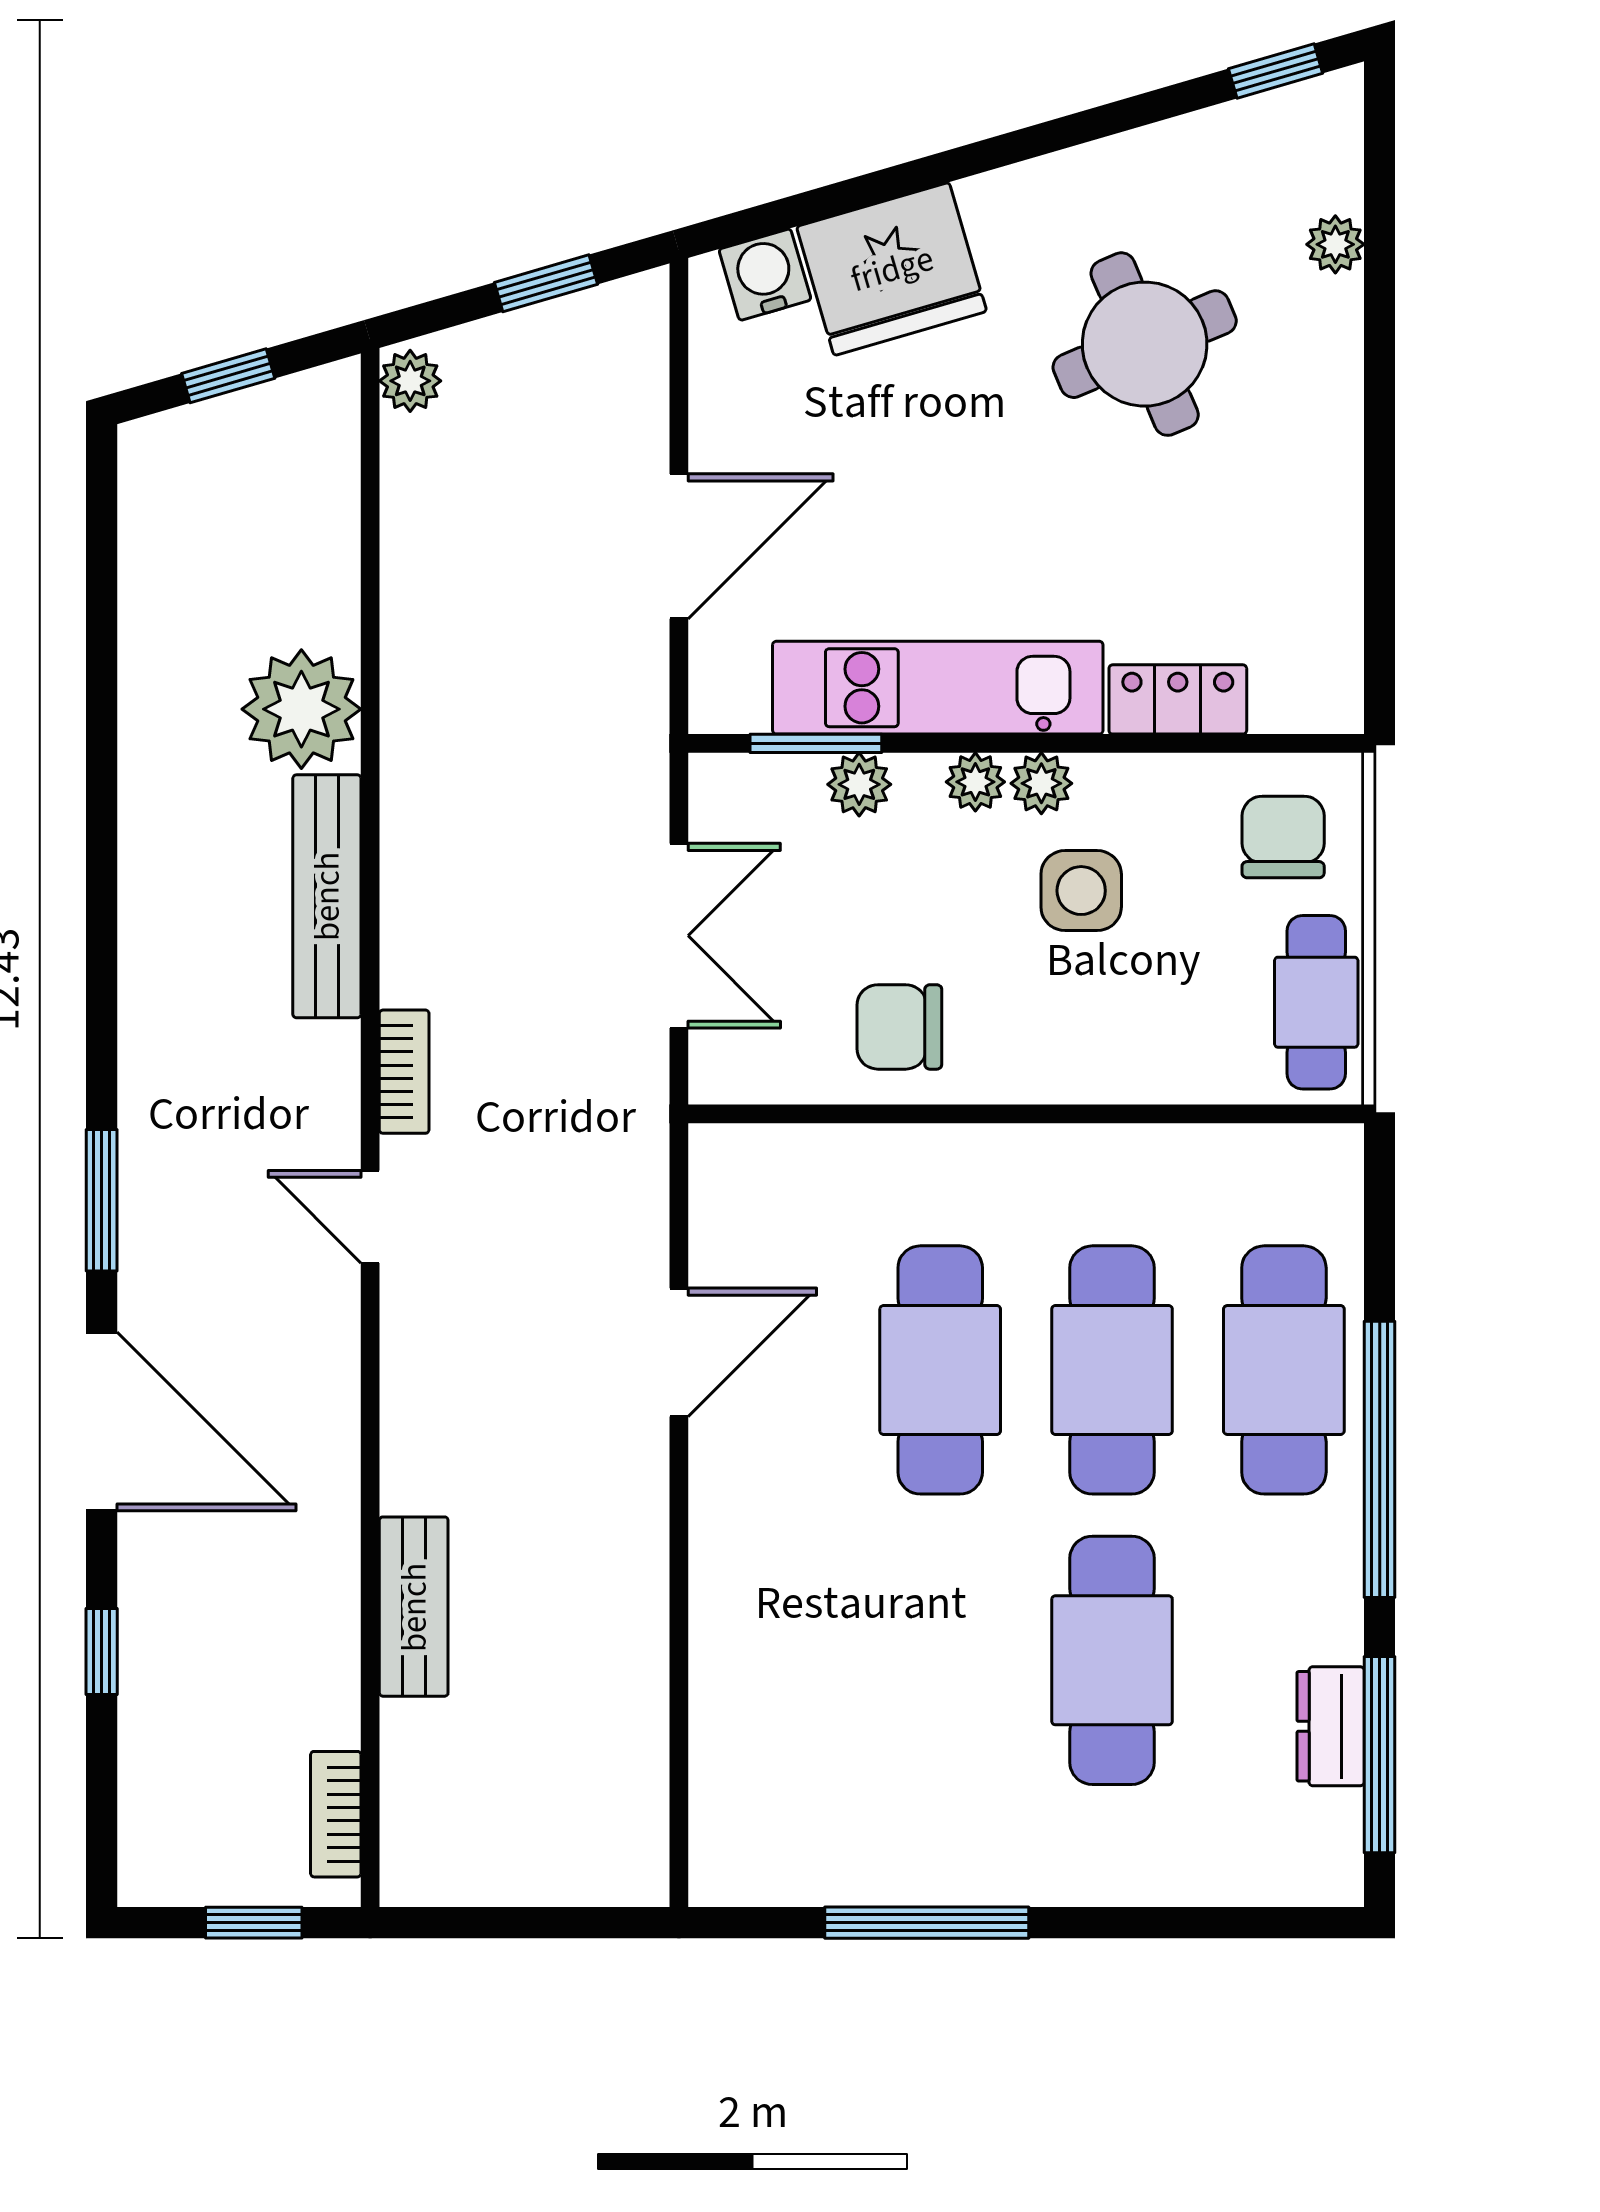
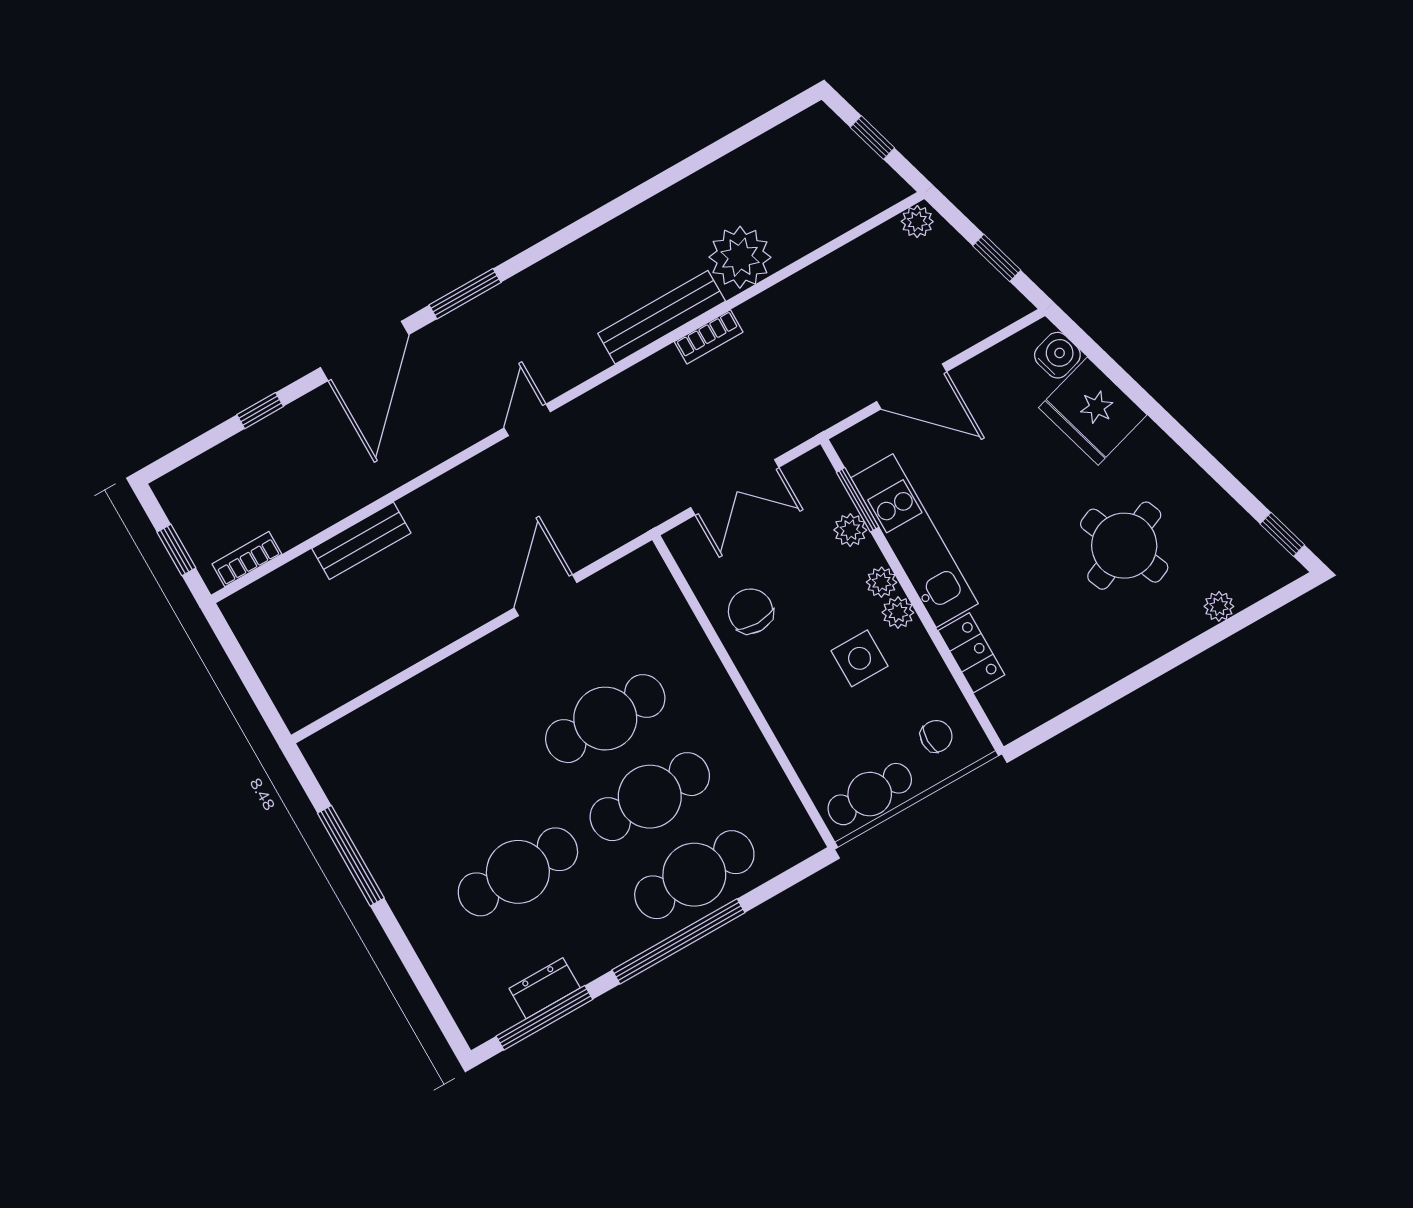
chair: (1283, 837) -> (936, 736), width x0.73, depth x0.73
bookcase: (404, 1072) -> (709, 337), moved
door: (679, 1352) -> (546, 595), swing flipped

